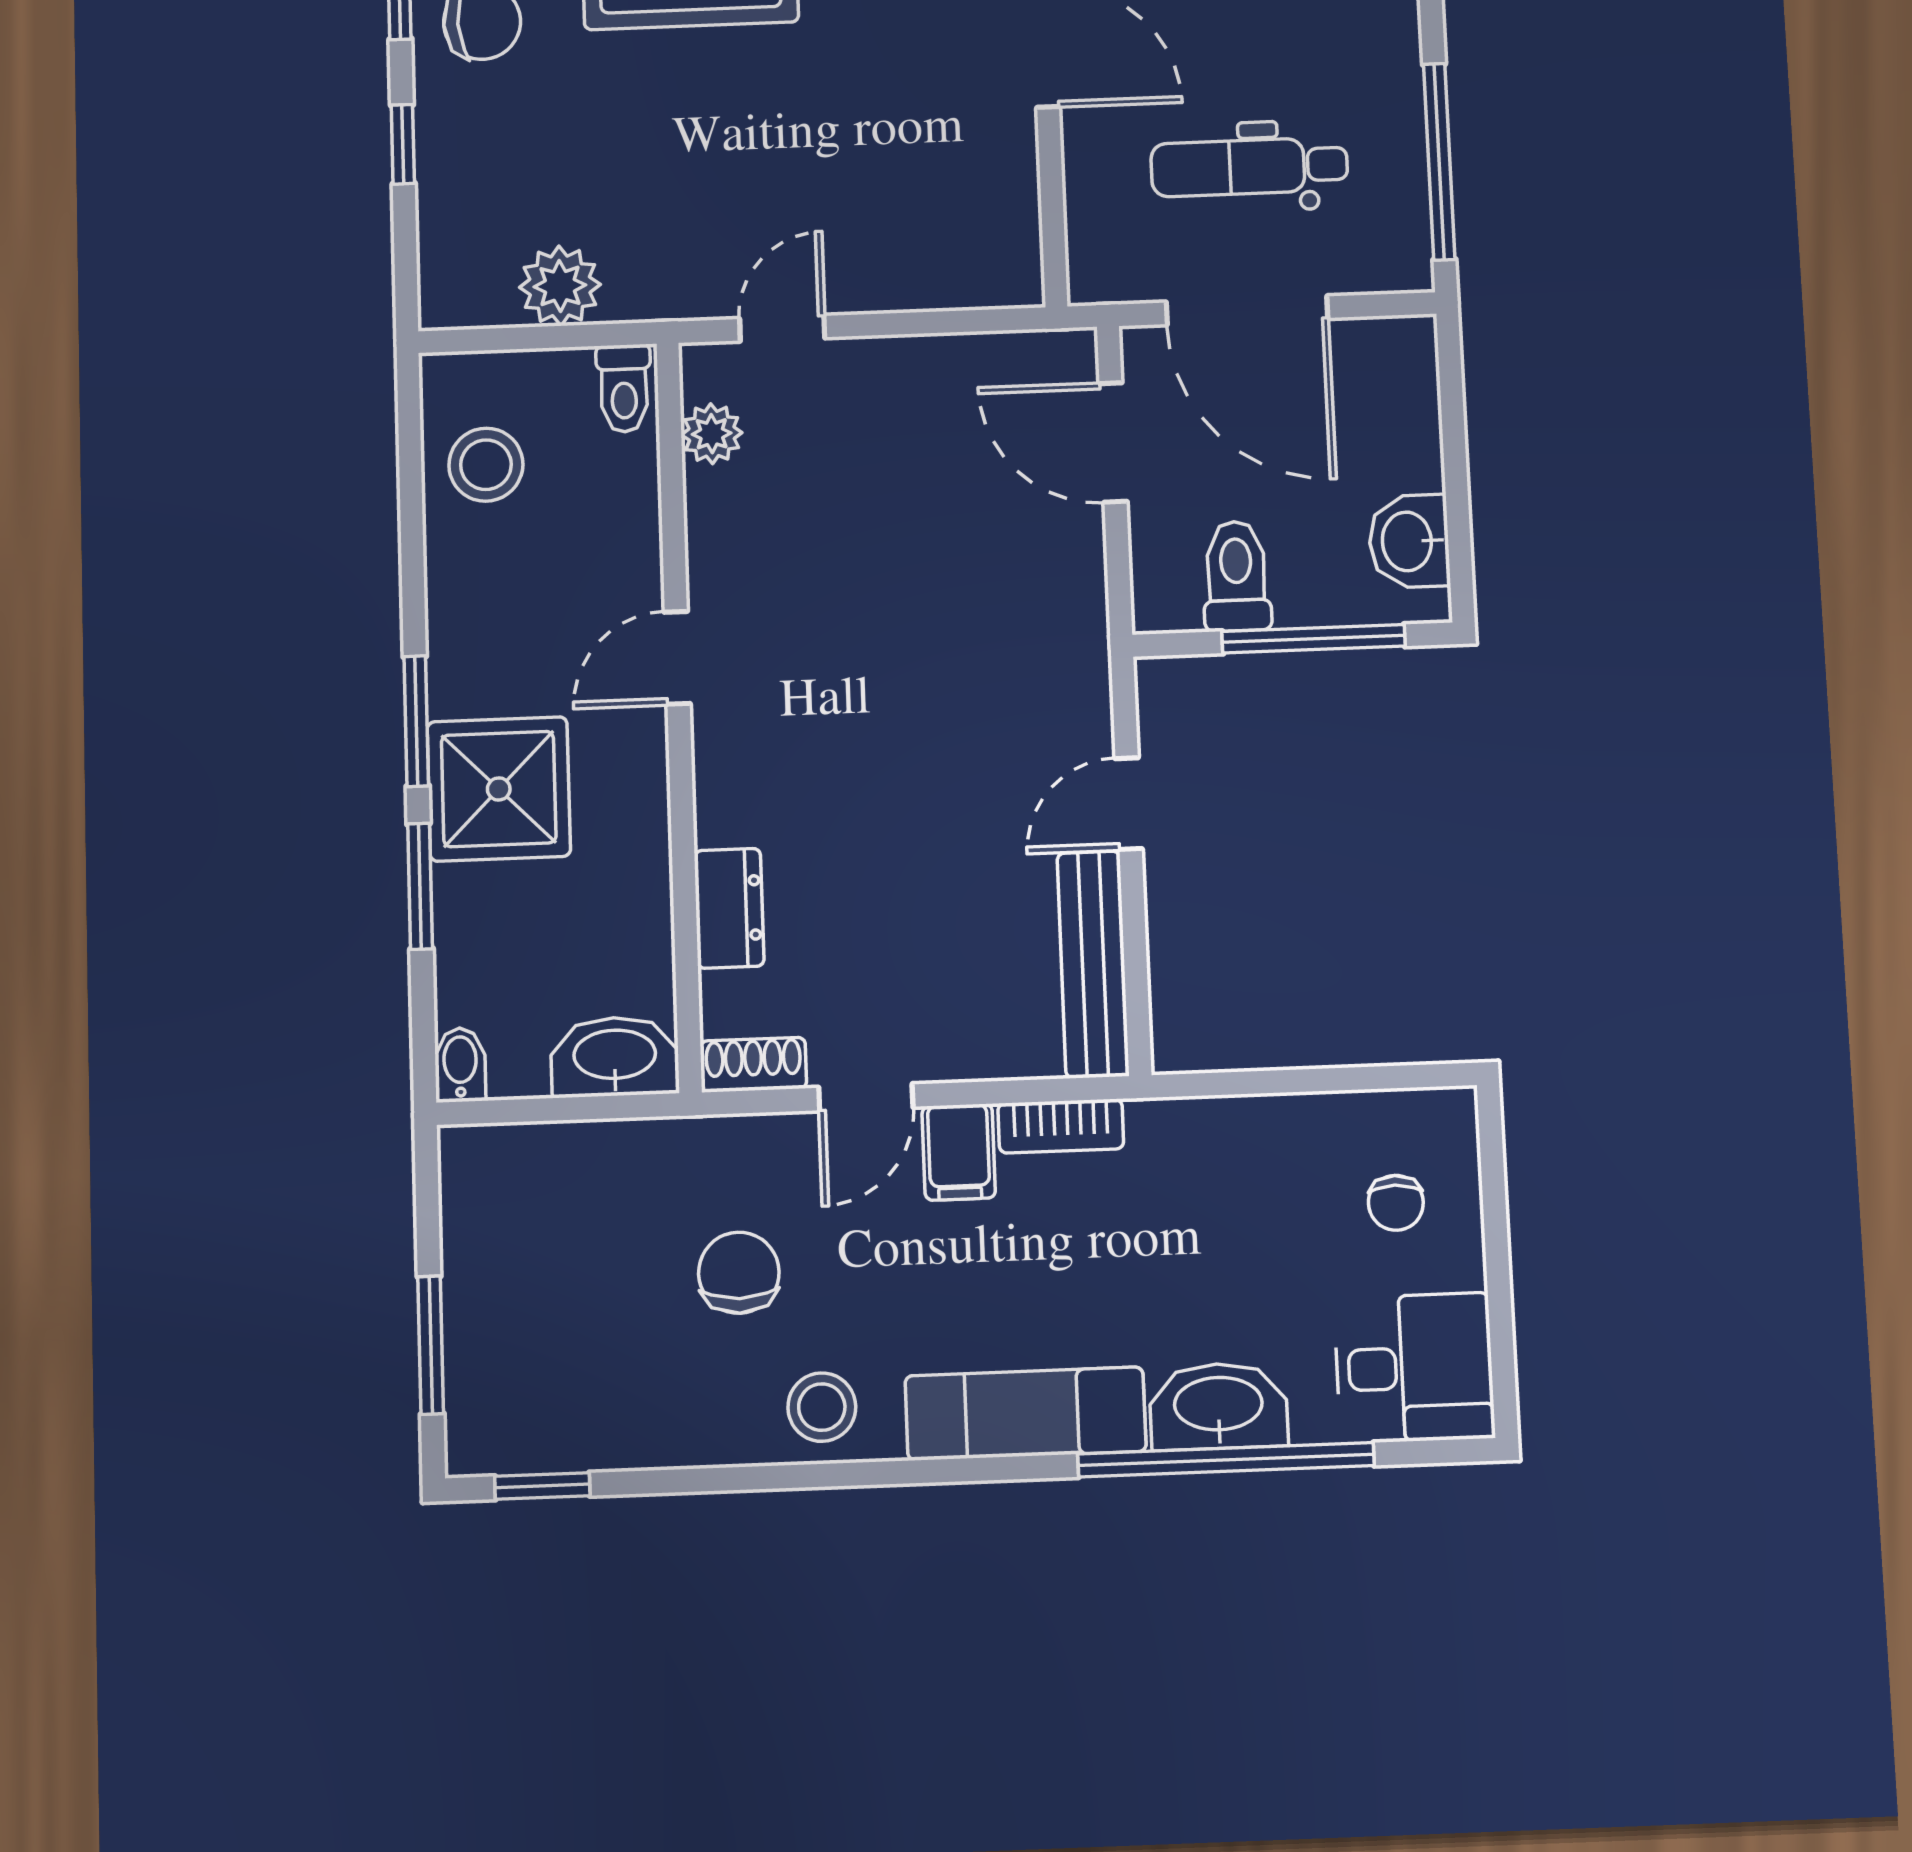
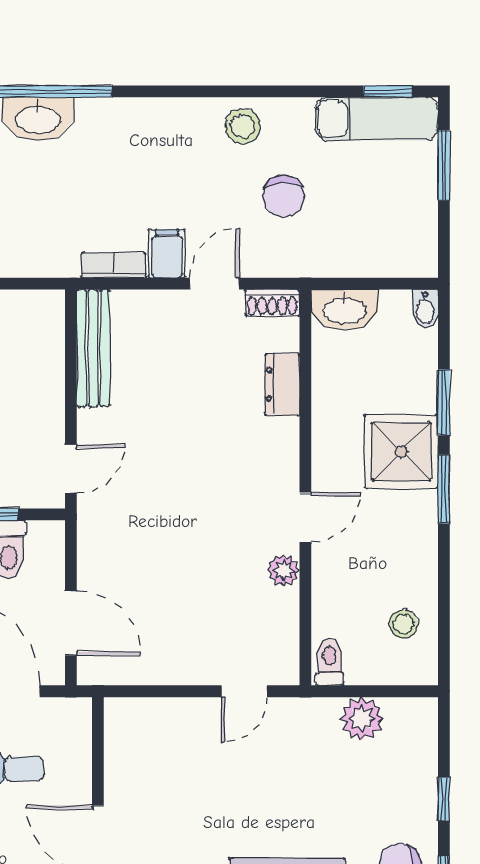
plant: (712, 434) -> (284, 570), moved
stool: (486, 465) -> (404, 624), width x0.73, depth x0.73
door: (1129, 804) -> (71, 469), moved
exam couch: (1025, 1414) -> (377, 119), moved

